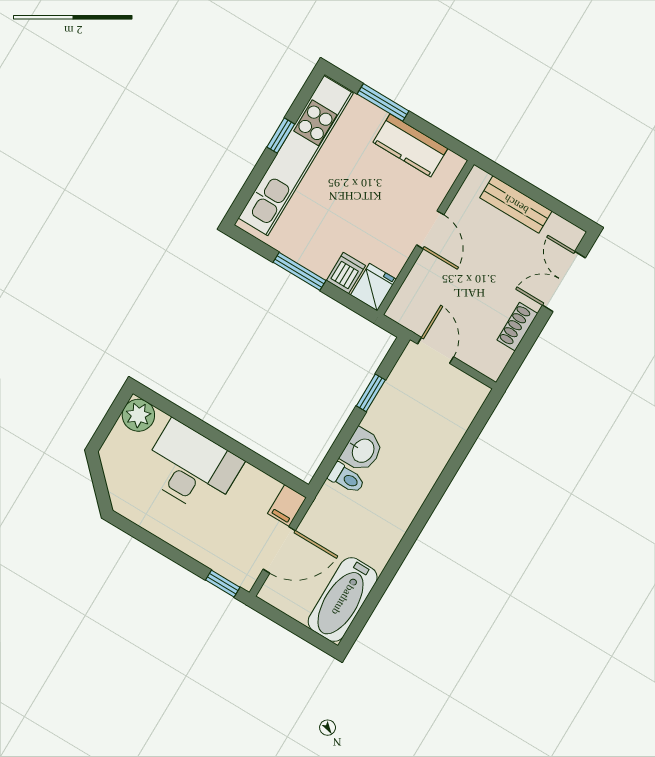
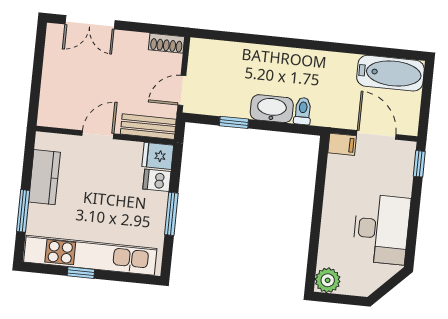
bench: (516, 204) -> (148, 127), moved, turned 90
shoe rack: (517, 327) -> (167, 43), moved
washbasin: (362, 450) -> (272, 109), width x1.38
desk: (191, 468) -> (381, 229), moved, turned 180

